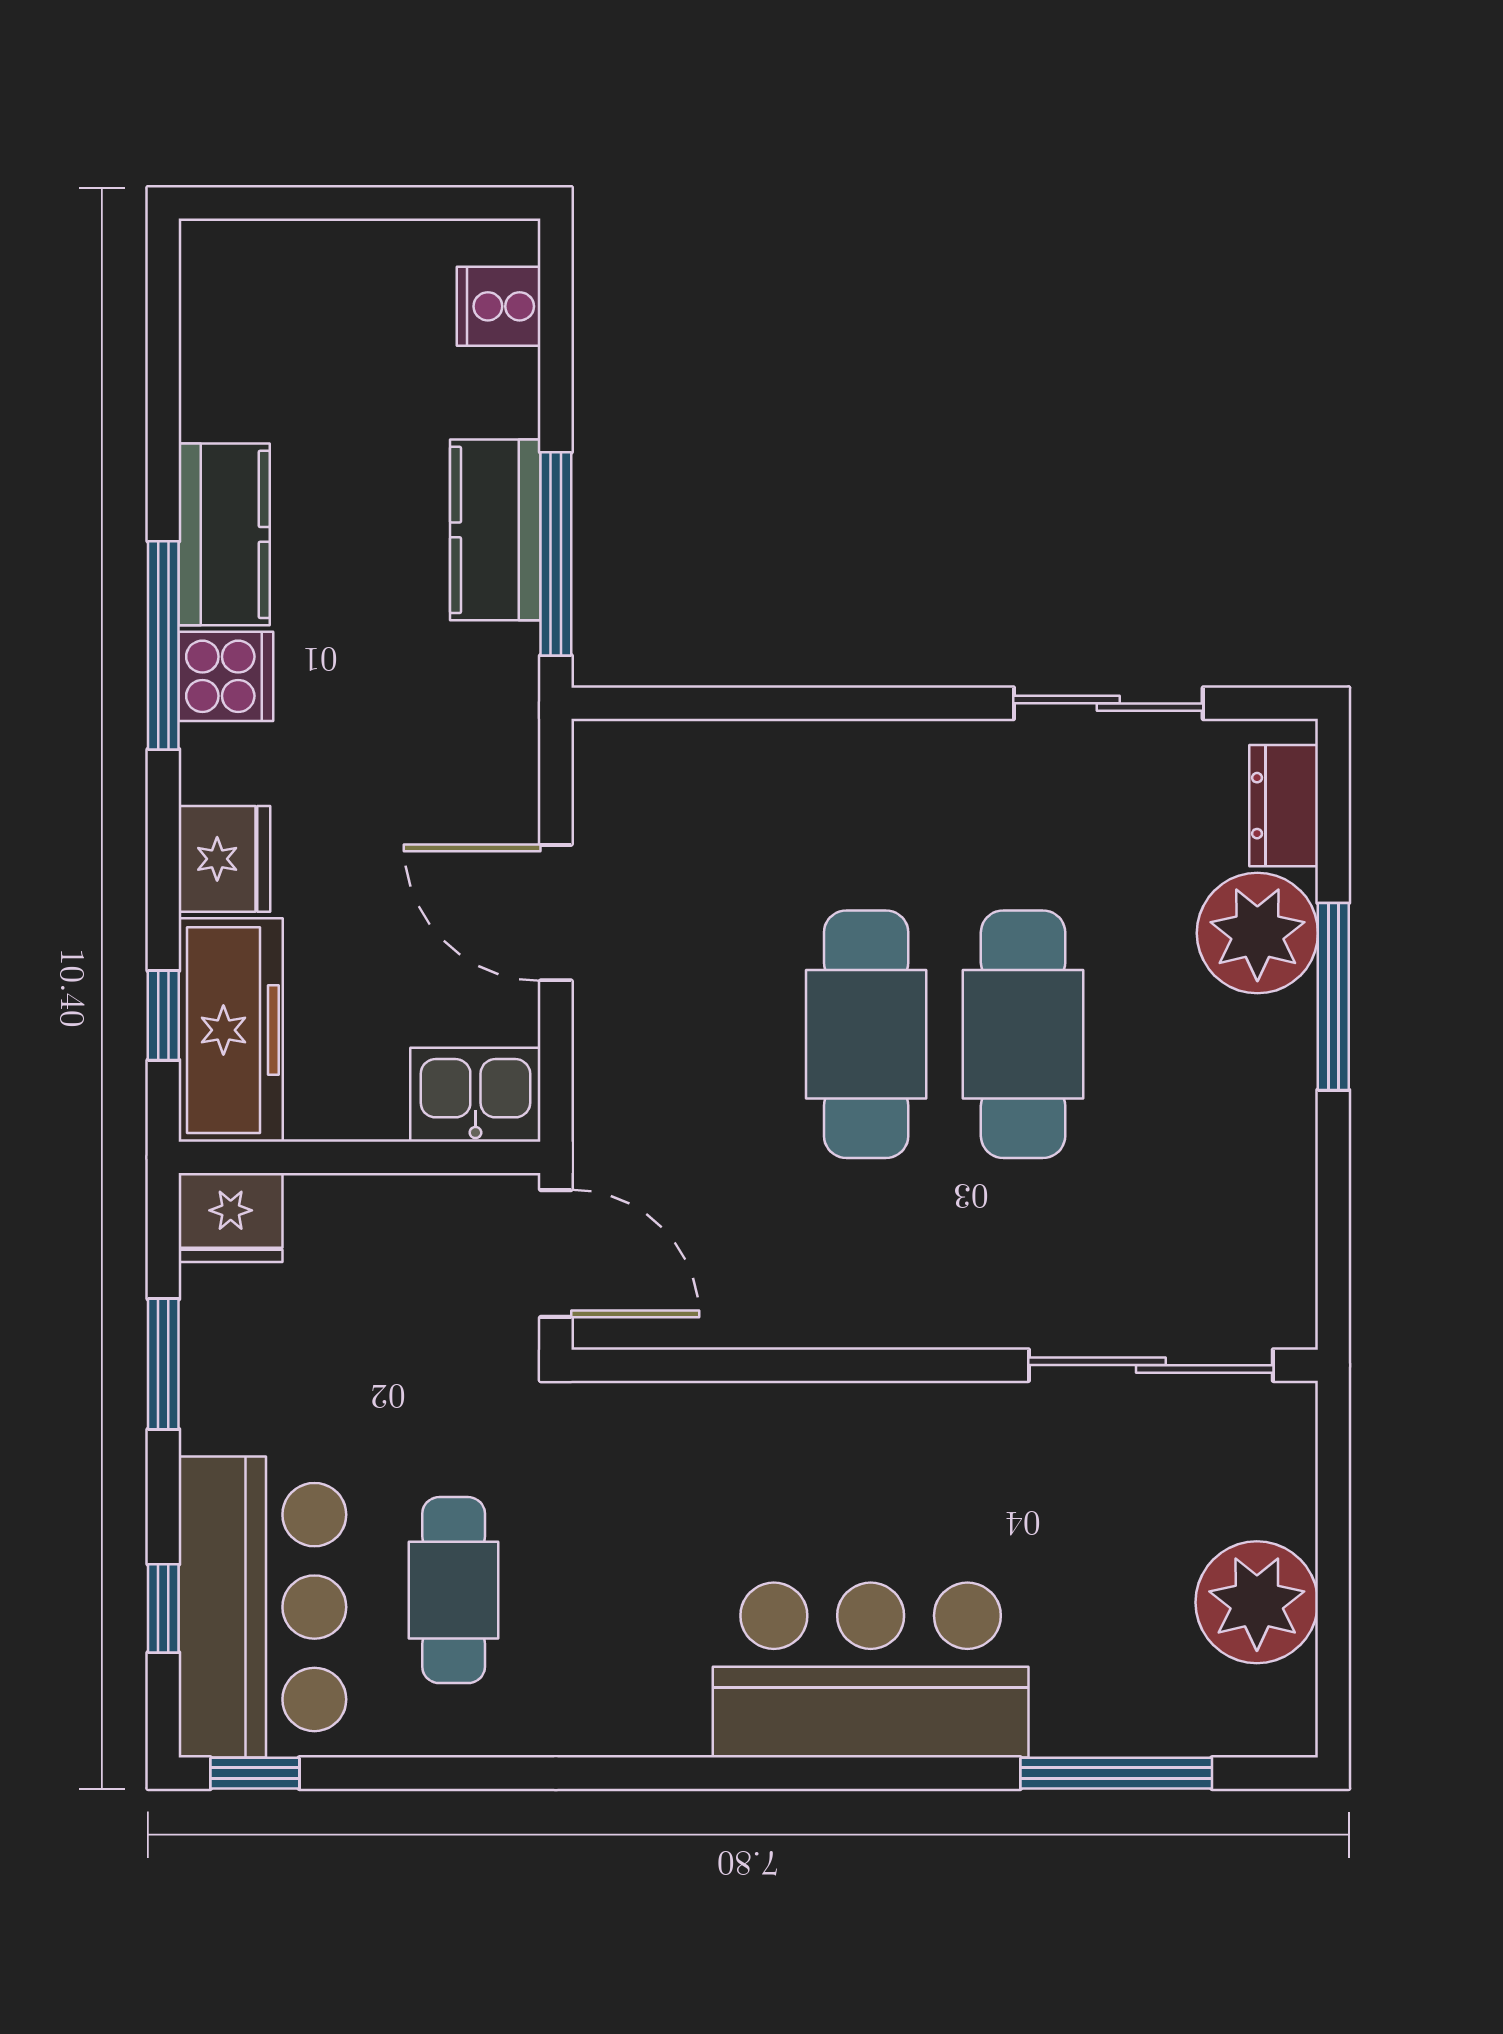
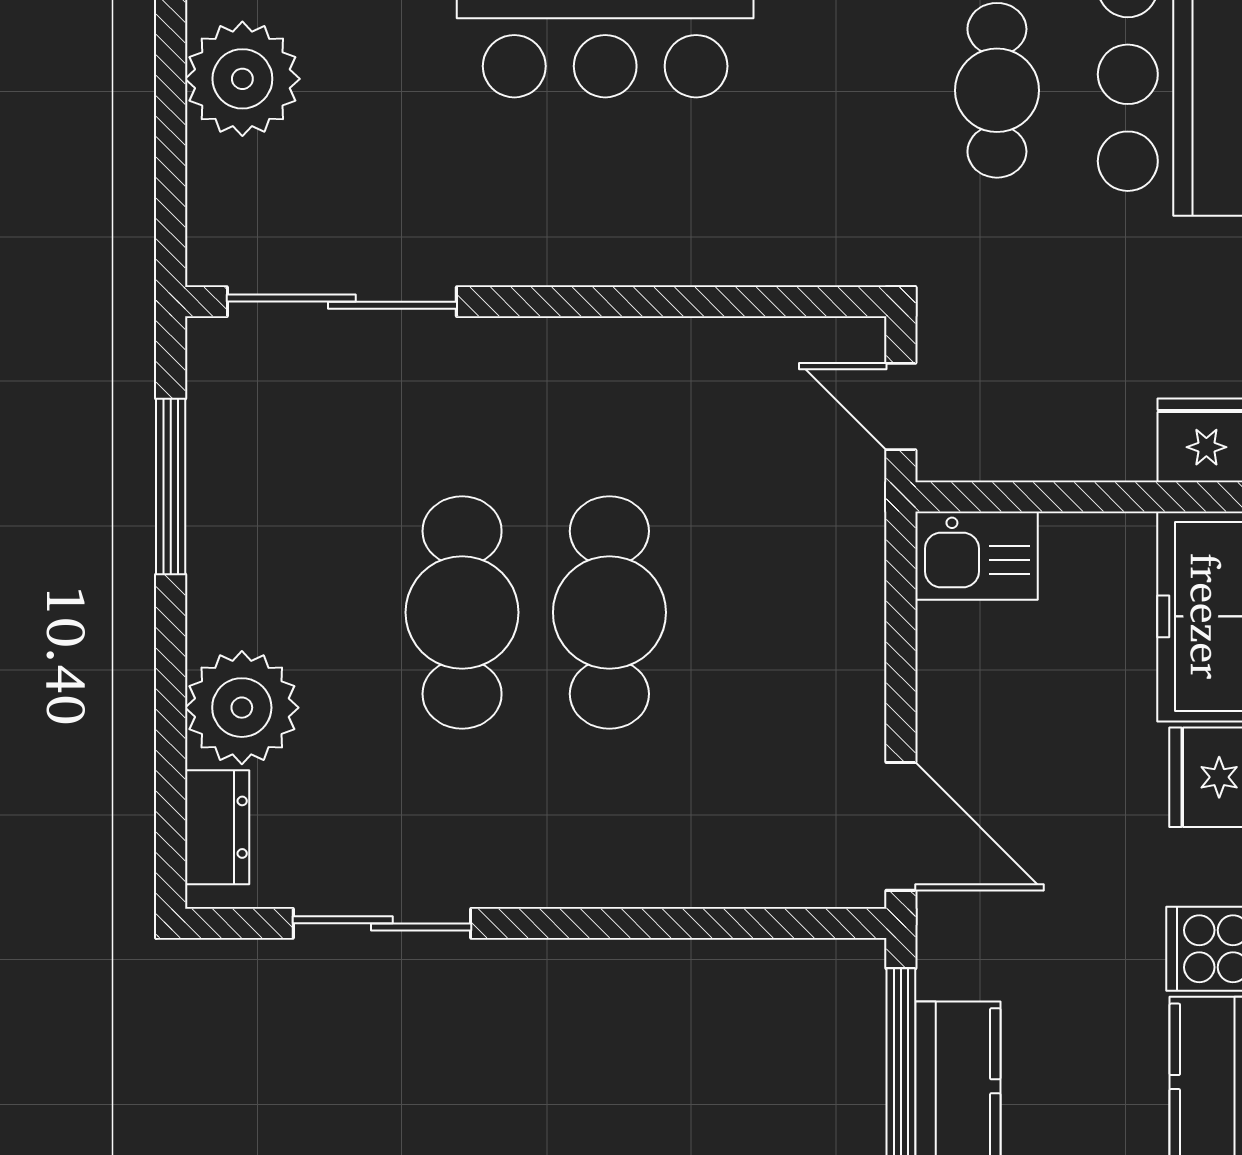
door: (556, 913) -> (901, 826), moved
window: (1333, 996) -> (171, 487), moved
door: (556, 1253) -> (901, 407), width x0.73

